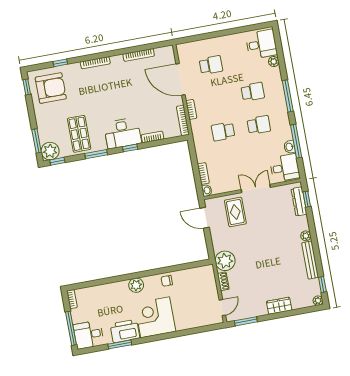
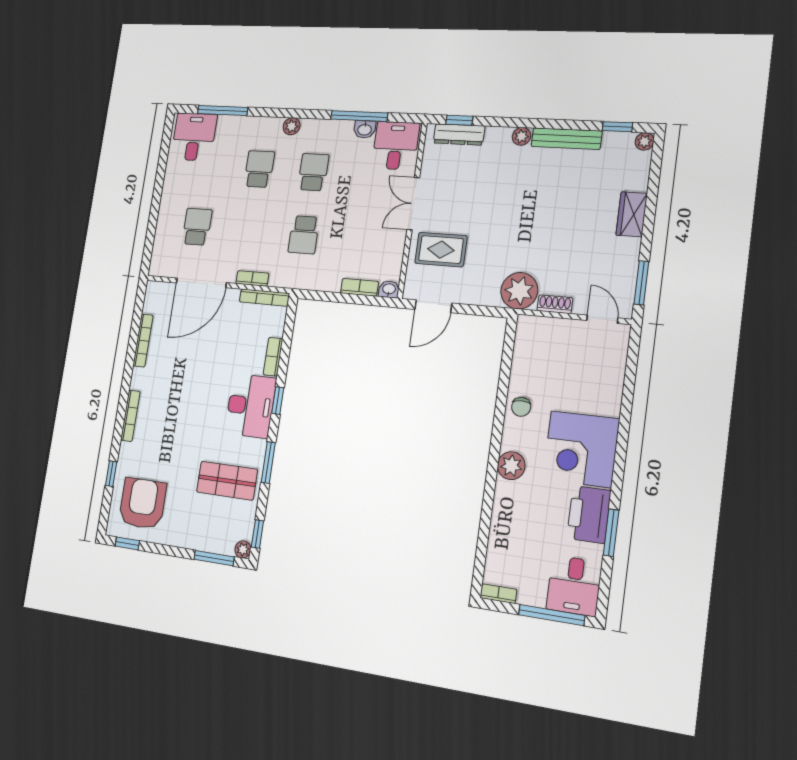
plant: (274, 62) -> (292, 126), moved
window: (288, 96) -> (223, 110), moved
plant: (50, 151) -> (243, 549), width x0.53, depth x0.53

